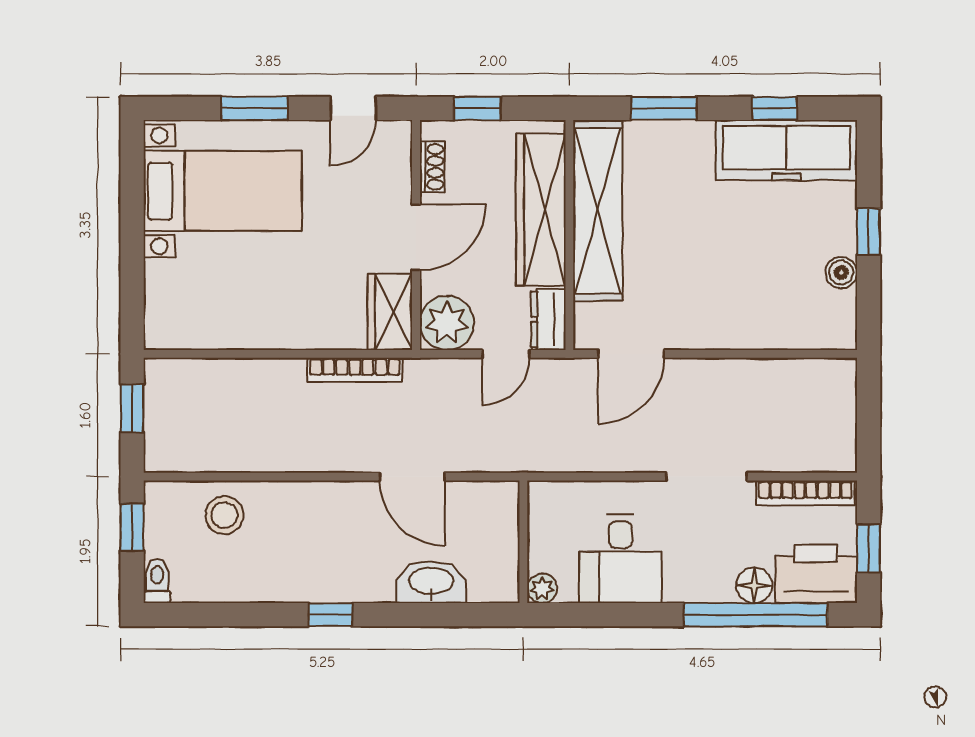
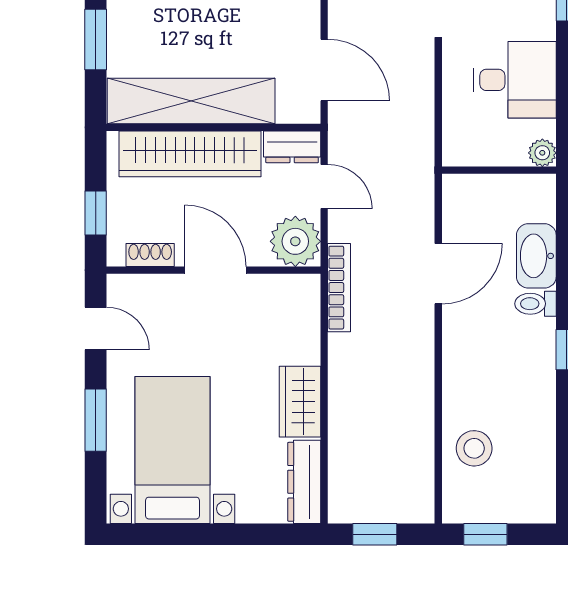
wardrobe: (390, 312) -> (300, 402), moved, turned 90
dresser: (188, 332) -> (304, 482), added
bookcase: (355, 370) -> (339, 288), moved
toilet: (157, 581) -> (536, 304), moved

